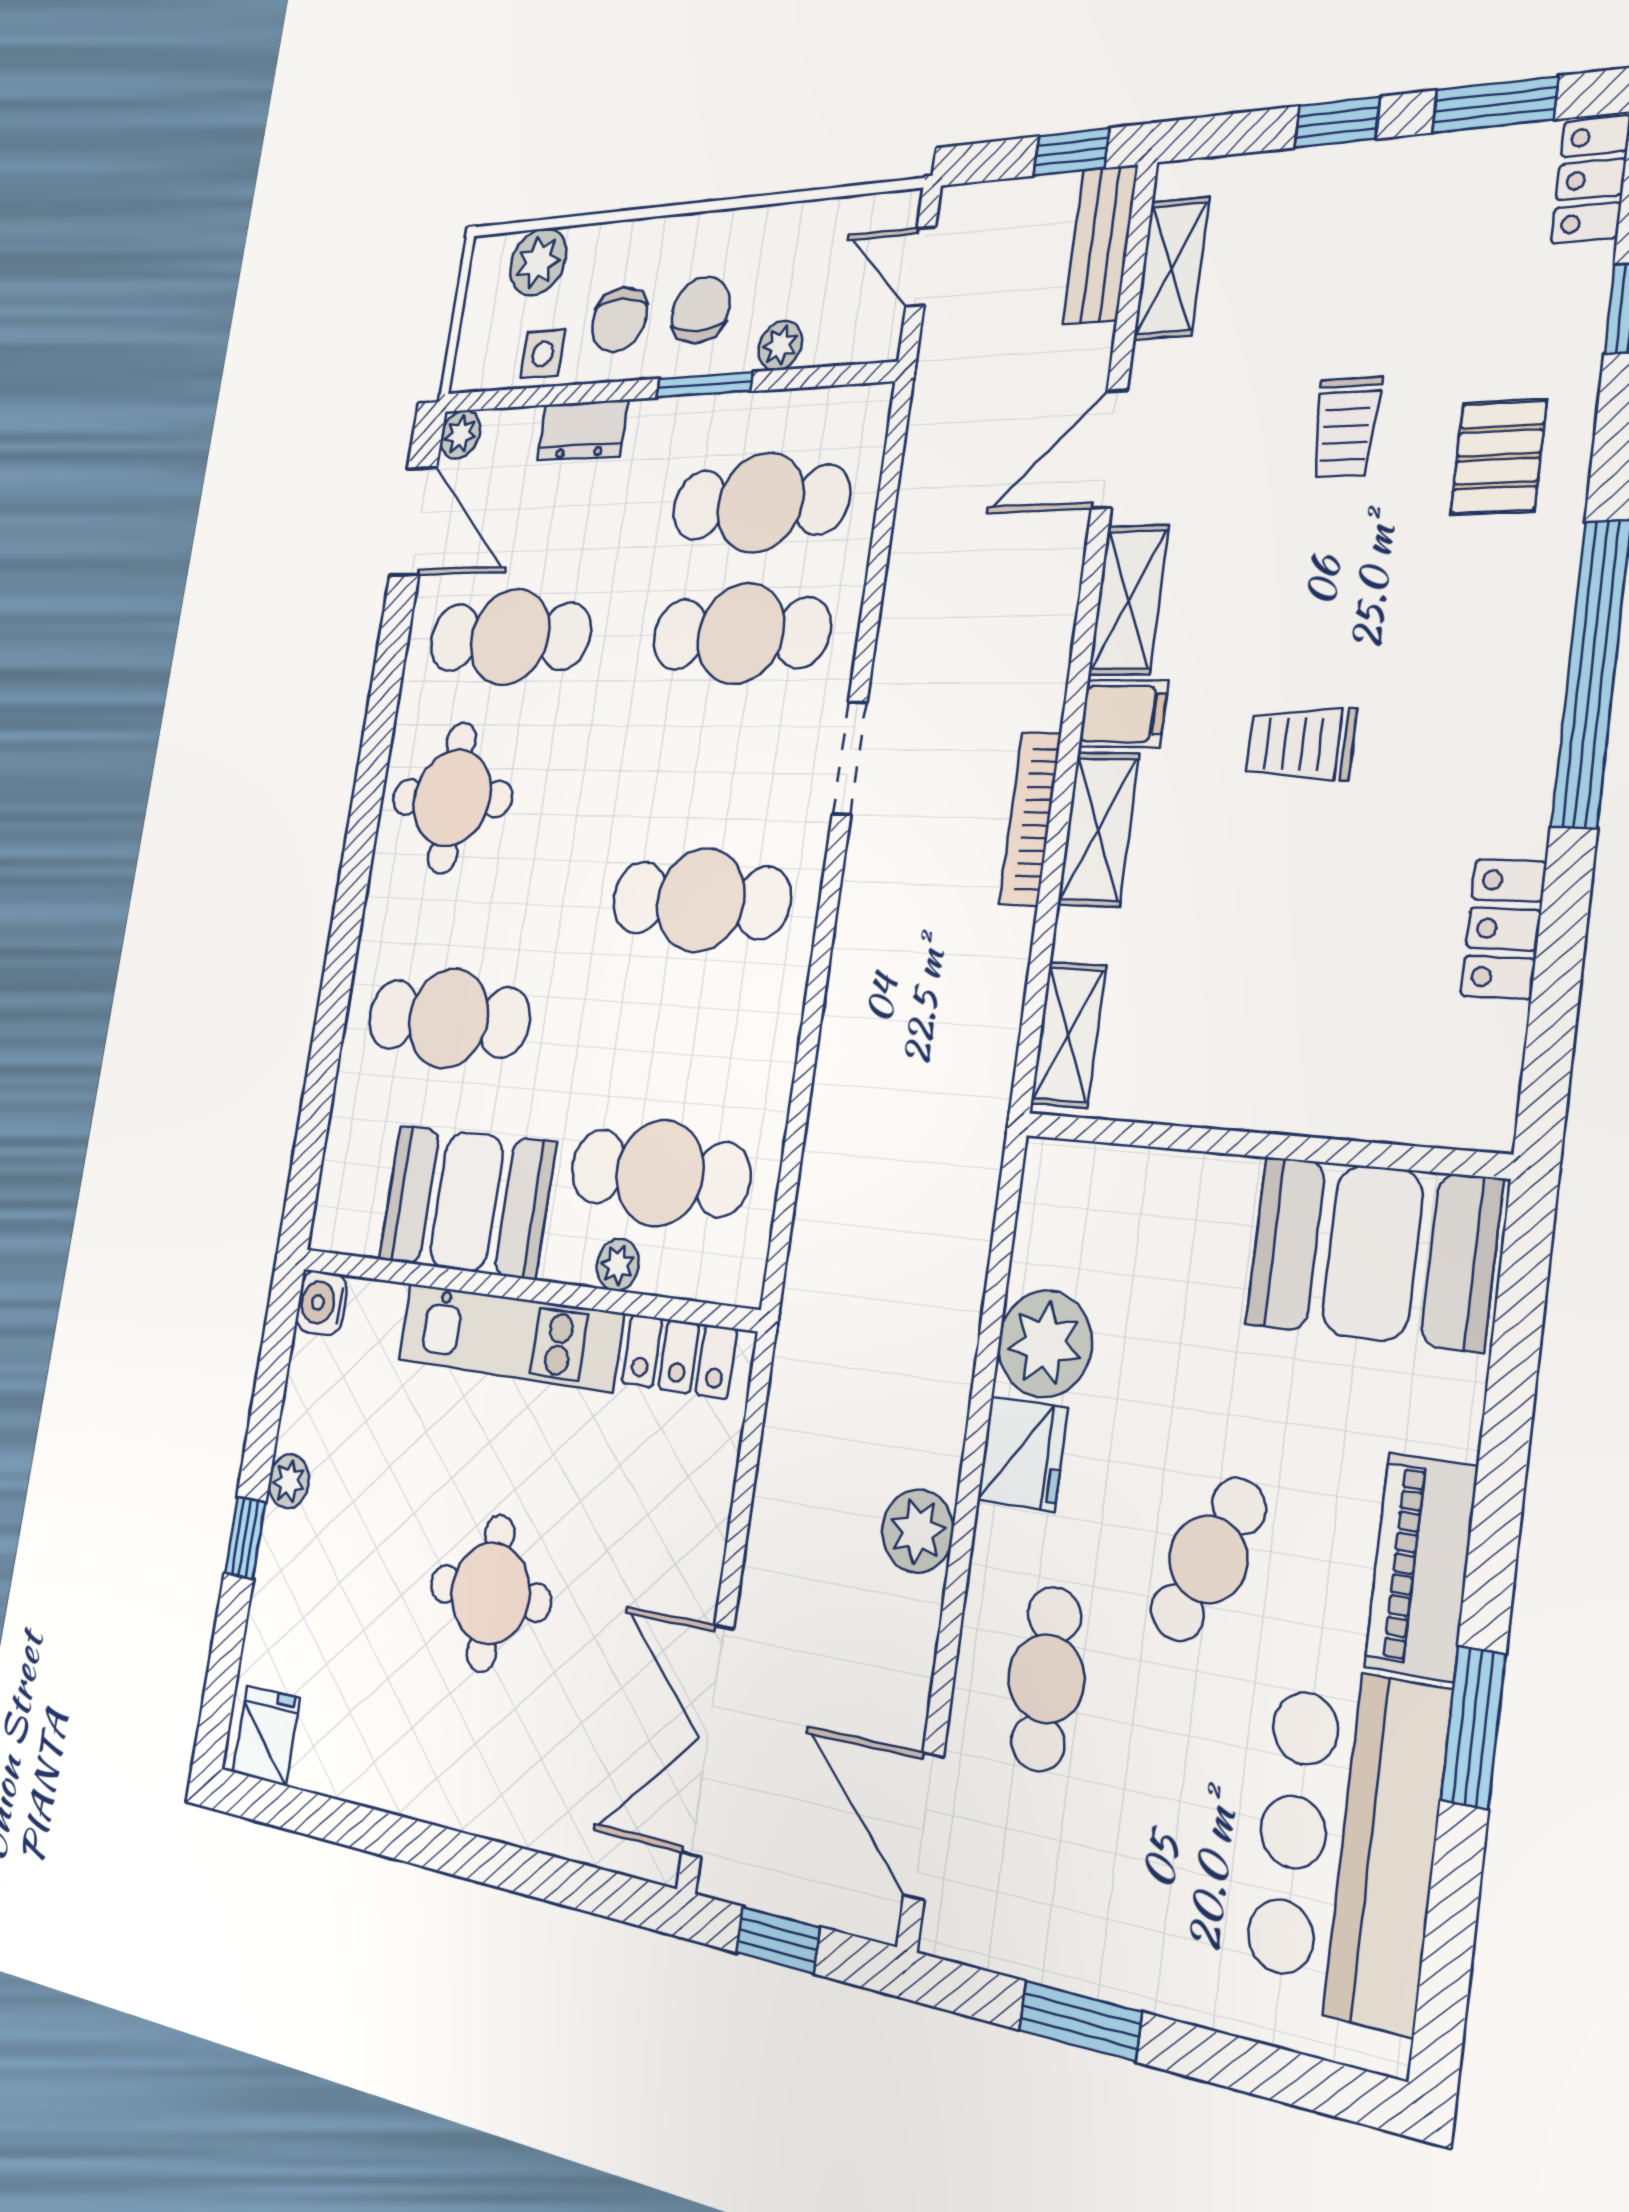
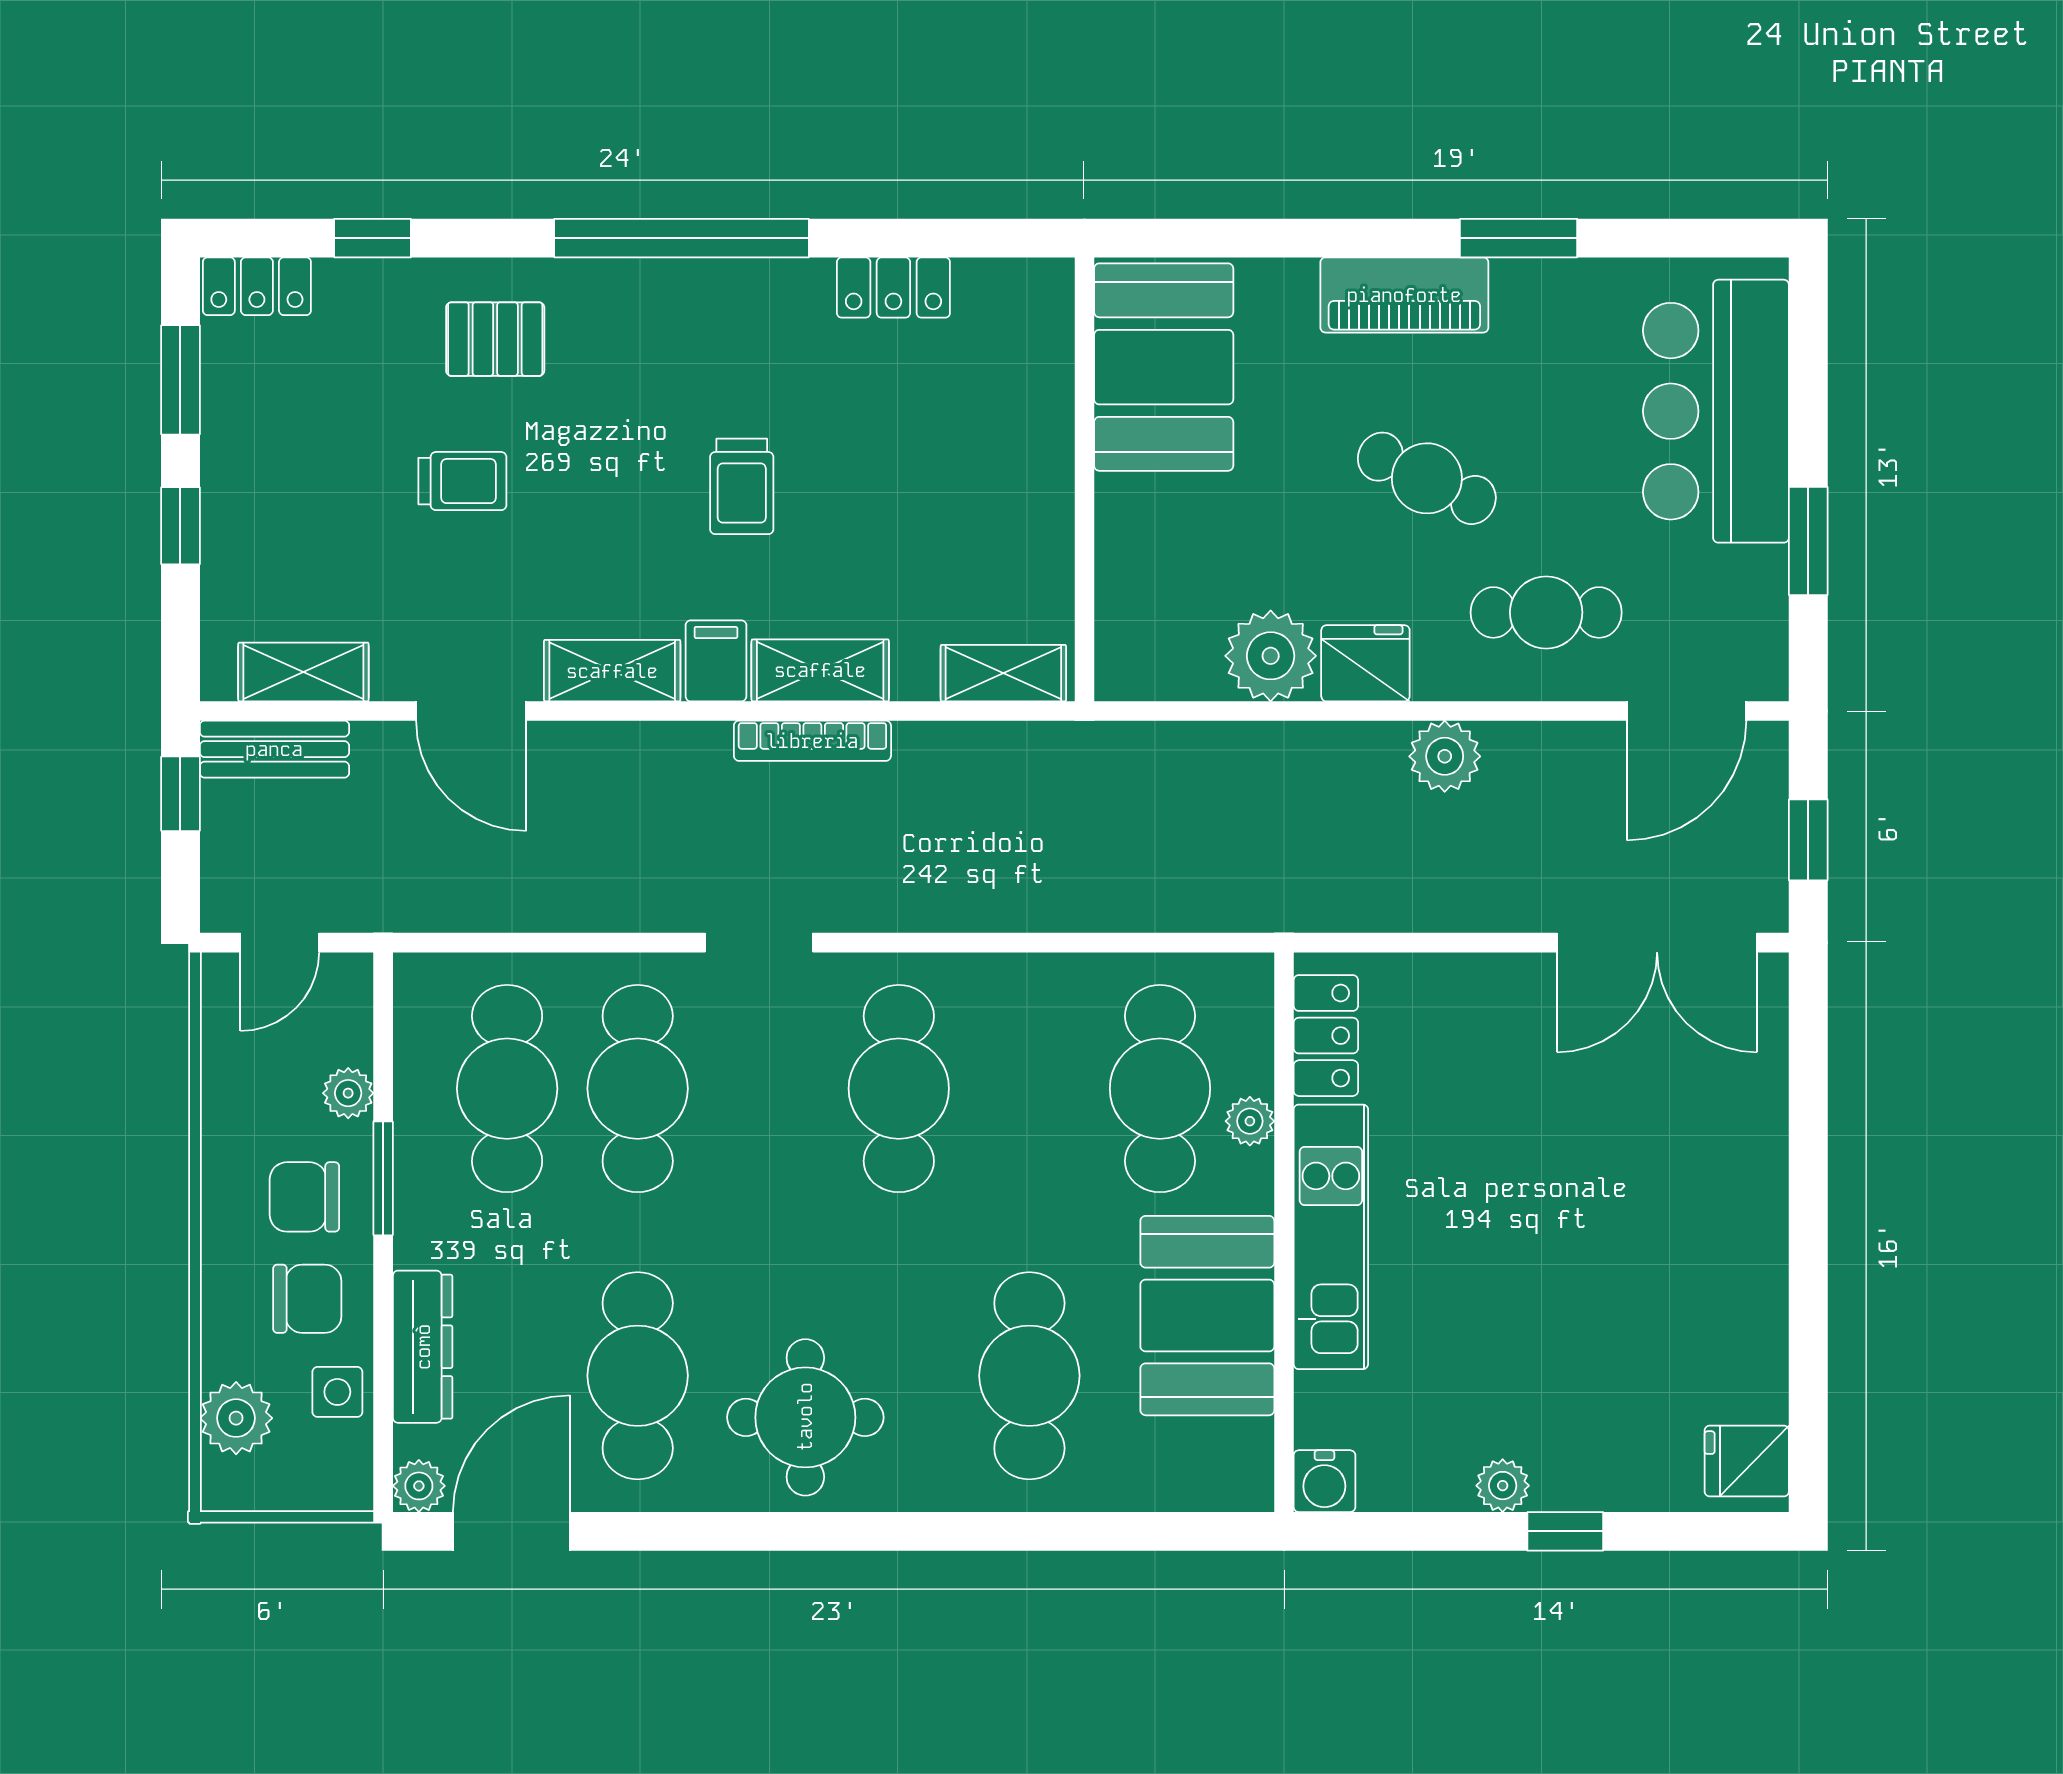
dresser: (582, 430) -> (423, 1347), width x1.44
round table: (491, 1593) -> (1570, 1212), removed
bar counter: (1346, 1844) -> (1716, 411), moved, turned 90

